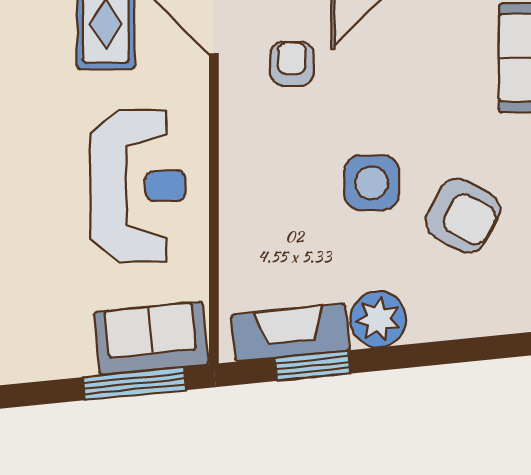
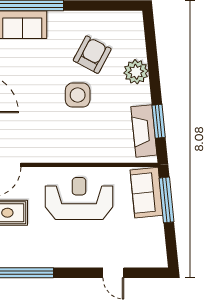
armchair: (292, 64) -> (25, 130), removed
plant: (378, 319) -> (136, 72), moved

